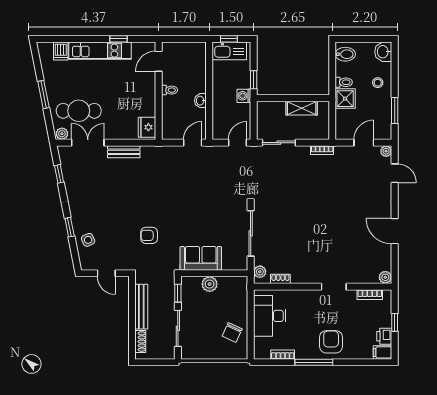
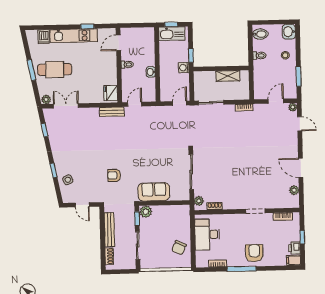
shower: (345, 99) -> (261, 68), removed
cafe table: (79, 111) -> (55, 70), moved
door: (193, 143) -> (135, 104), moved
bench: (124, 152) -> (112, 112), moved
plant: (385, 277) -> (294, 190), moved
plant: (210, 284) -> (146, 212), moved

